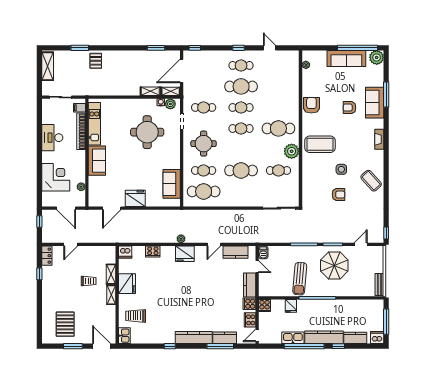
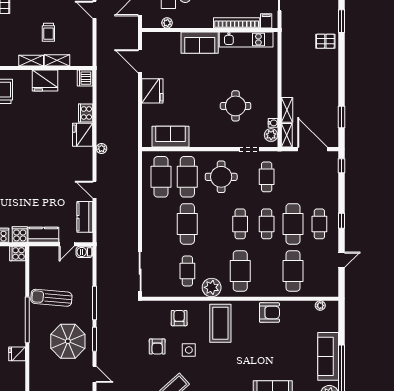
cafe table: (278, 86) -> (293, 271), added
armchair: (349, 108) -> (179, 318), moved
round table: (147, 132) -> (236, 106), width x0.73, depth x0.73
cafe table: (204, 170) -> (187, 177), width x1.37, depth x1.35
fridge: (185, 254) -> (83, 135), moved
fridge: (291, 306) -> (17, 354), moved

